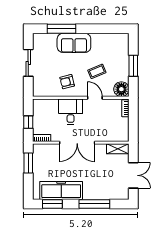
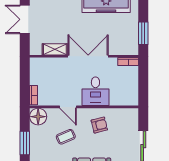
window: (28, 122) -> (143, 79), removed
shelving: (118, 149) -> (55, 49), moved

